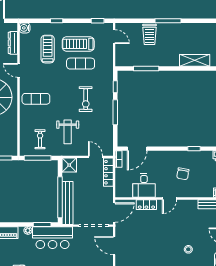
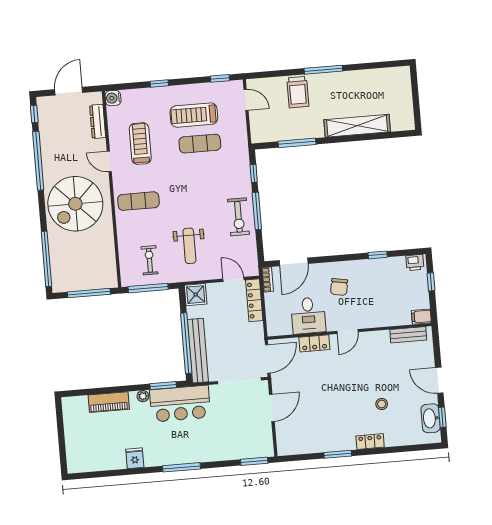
treadmill: (48, 49) -> (140, 144), moved
shelving: (195, 60) -> (357, 126), width x1.47
exercise bike: (86, 99) -> (238, 217), moved
chair: (183, 174) -> (339, 287), moved
door: (114, 246) -> (272, 408), swing flipped

